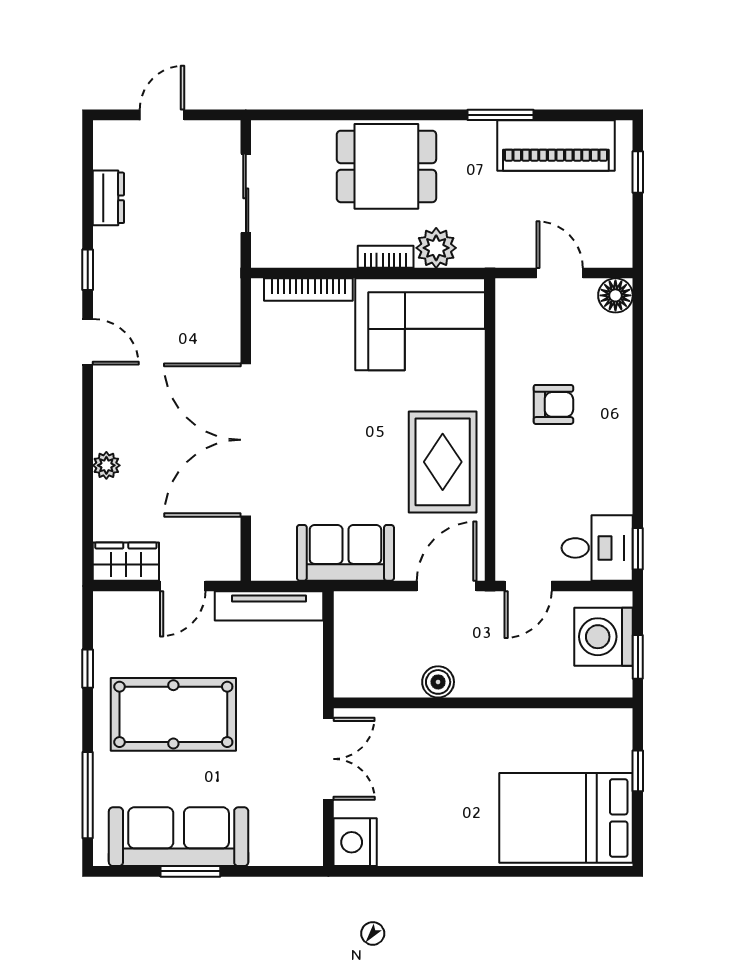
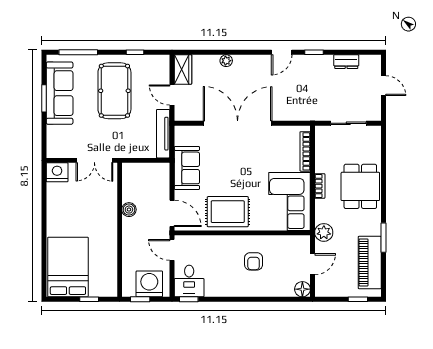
plant: (436, 248) -> (324, 232), moved

